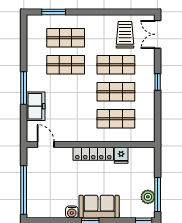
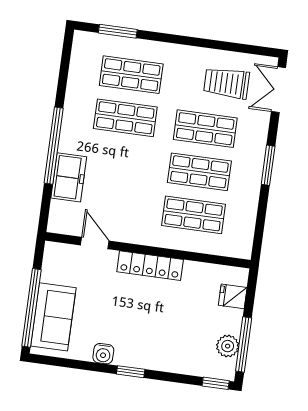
trolley: (125, 35) -> (227, 83), turned -90
window: (158, 82) -> (268, 165), width x1.50
window: (24, 88) -> (54, 146), width x1.46
door: (46, 145) -> (95, 243), moved
fridge: (121, 155) -> (233, 296), moved, turned 90
sofa: (99, 207) -> (53, 317), moved, turned 90

